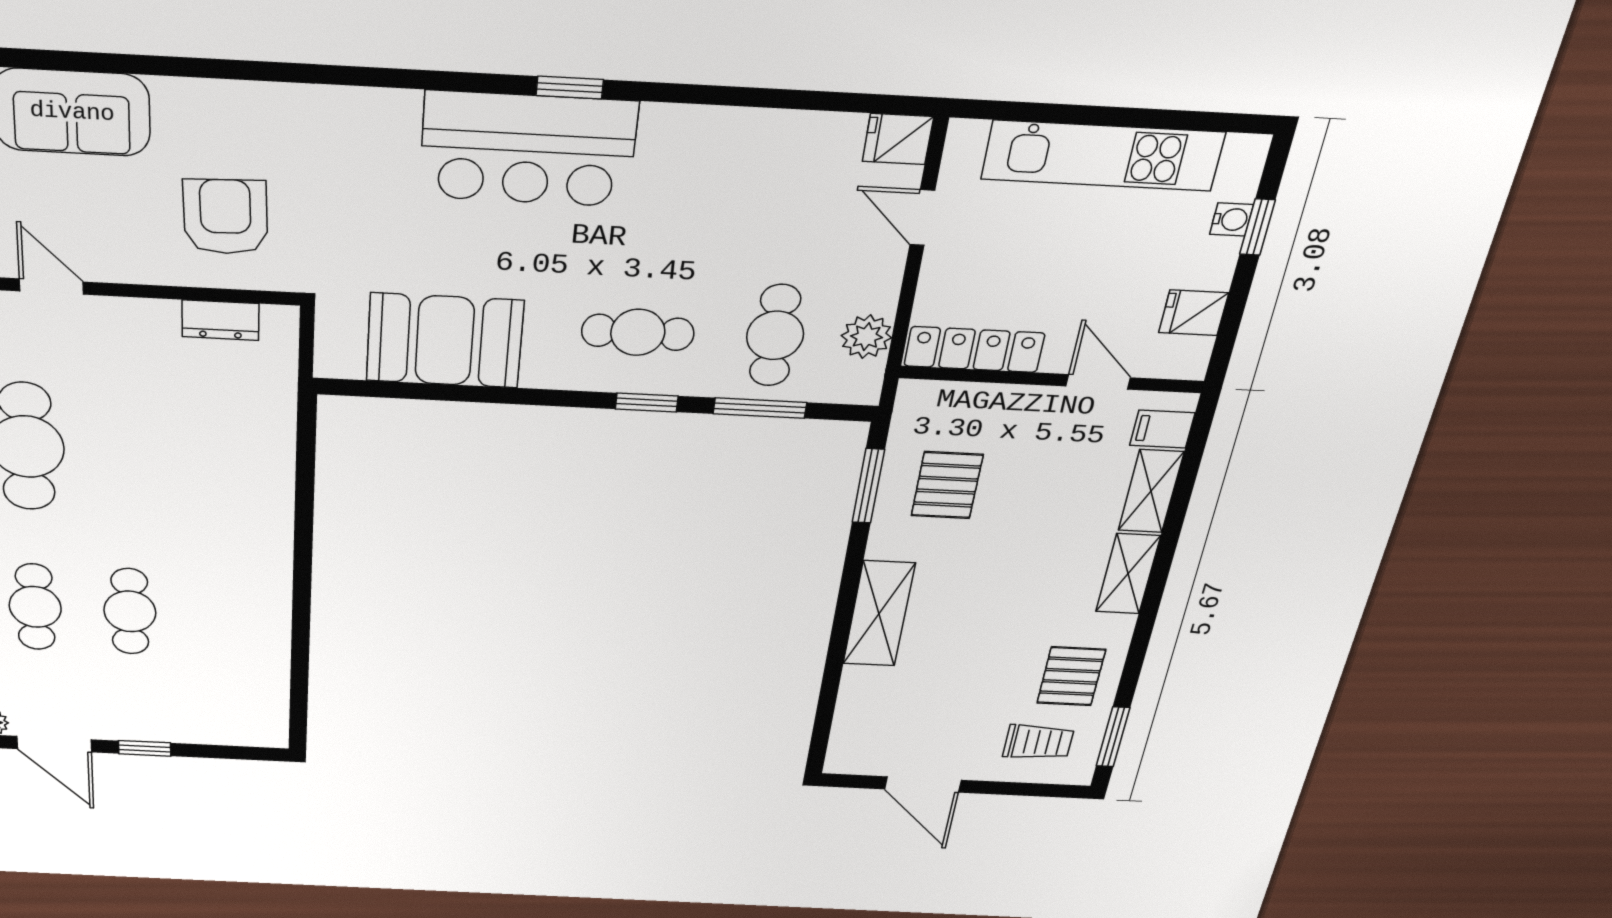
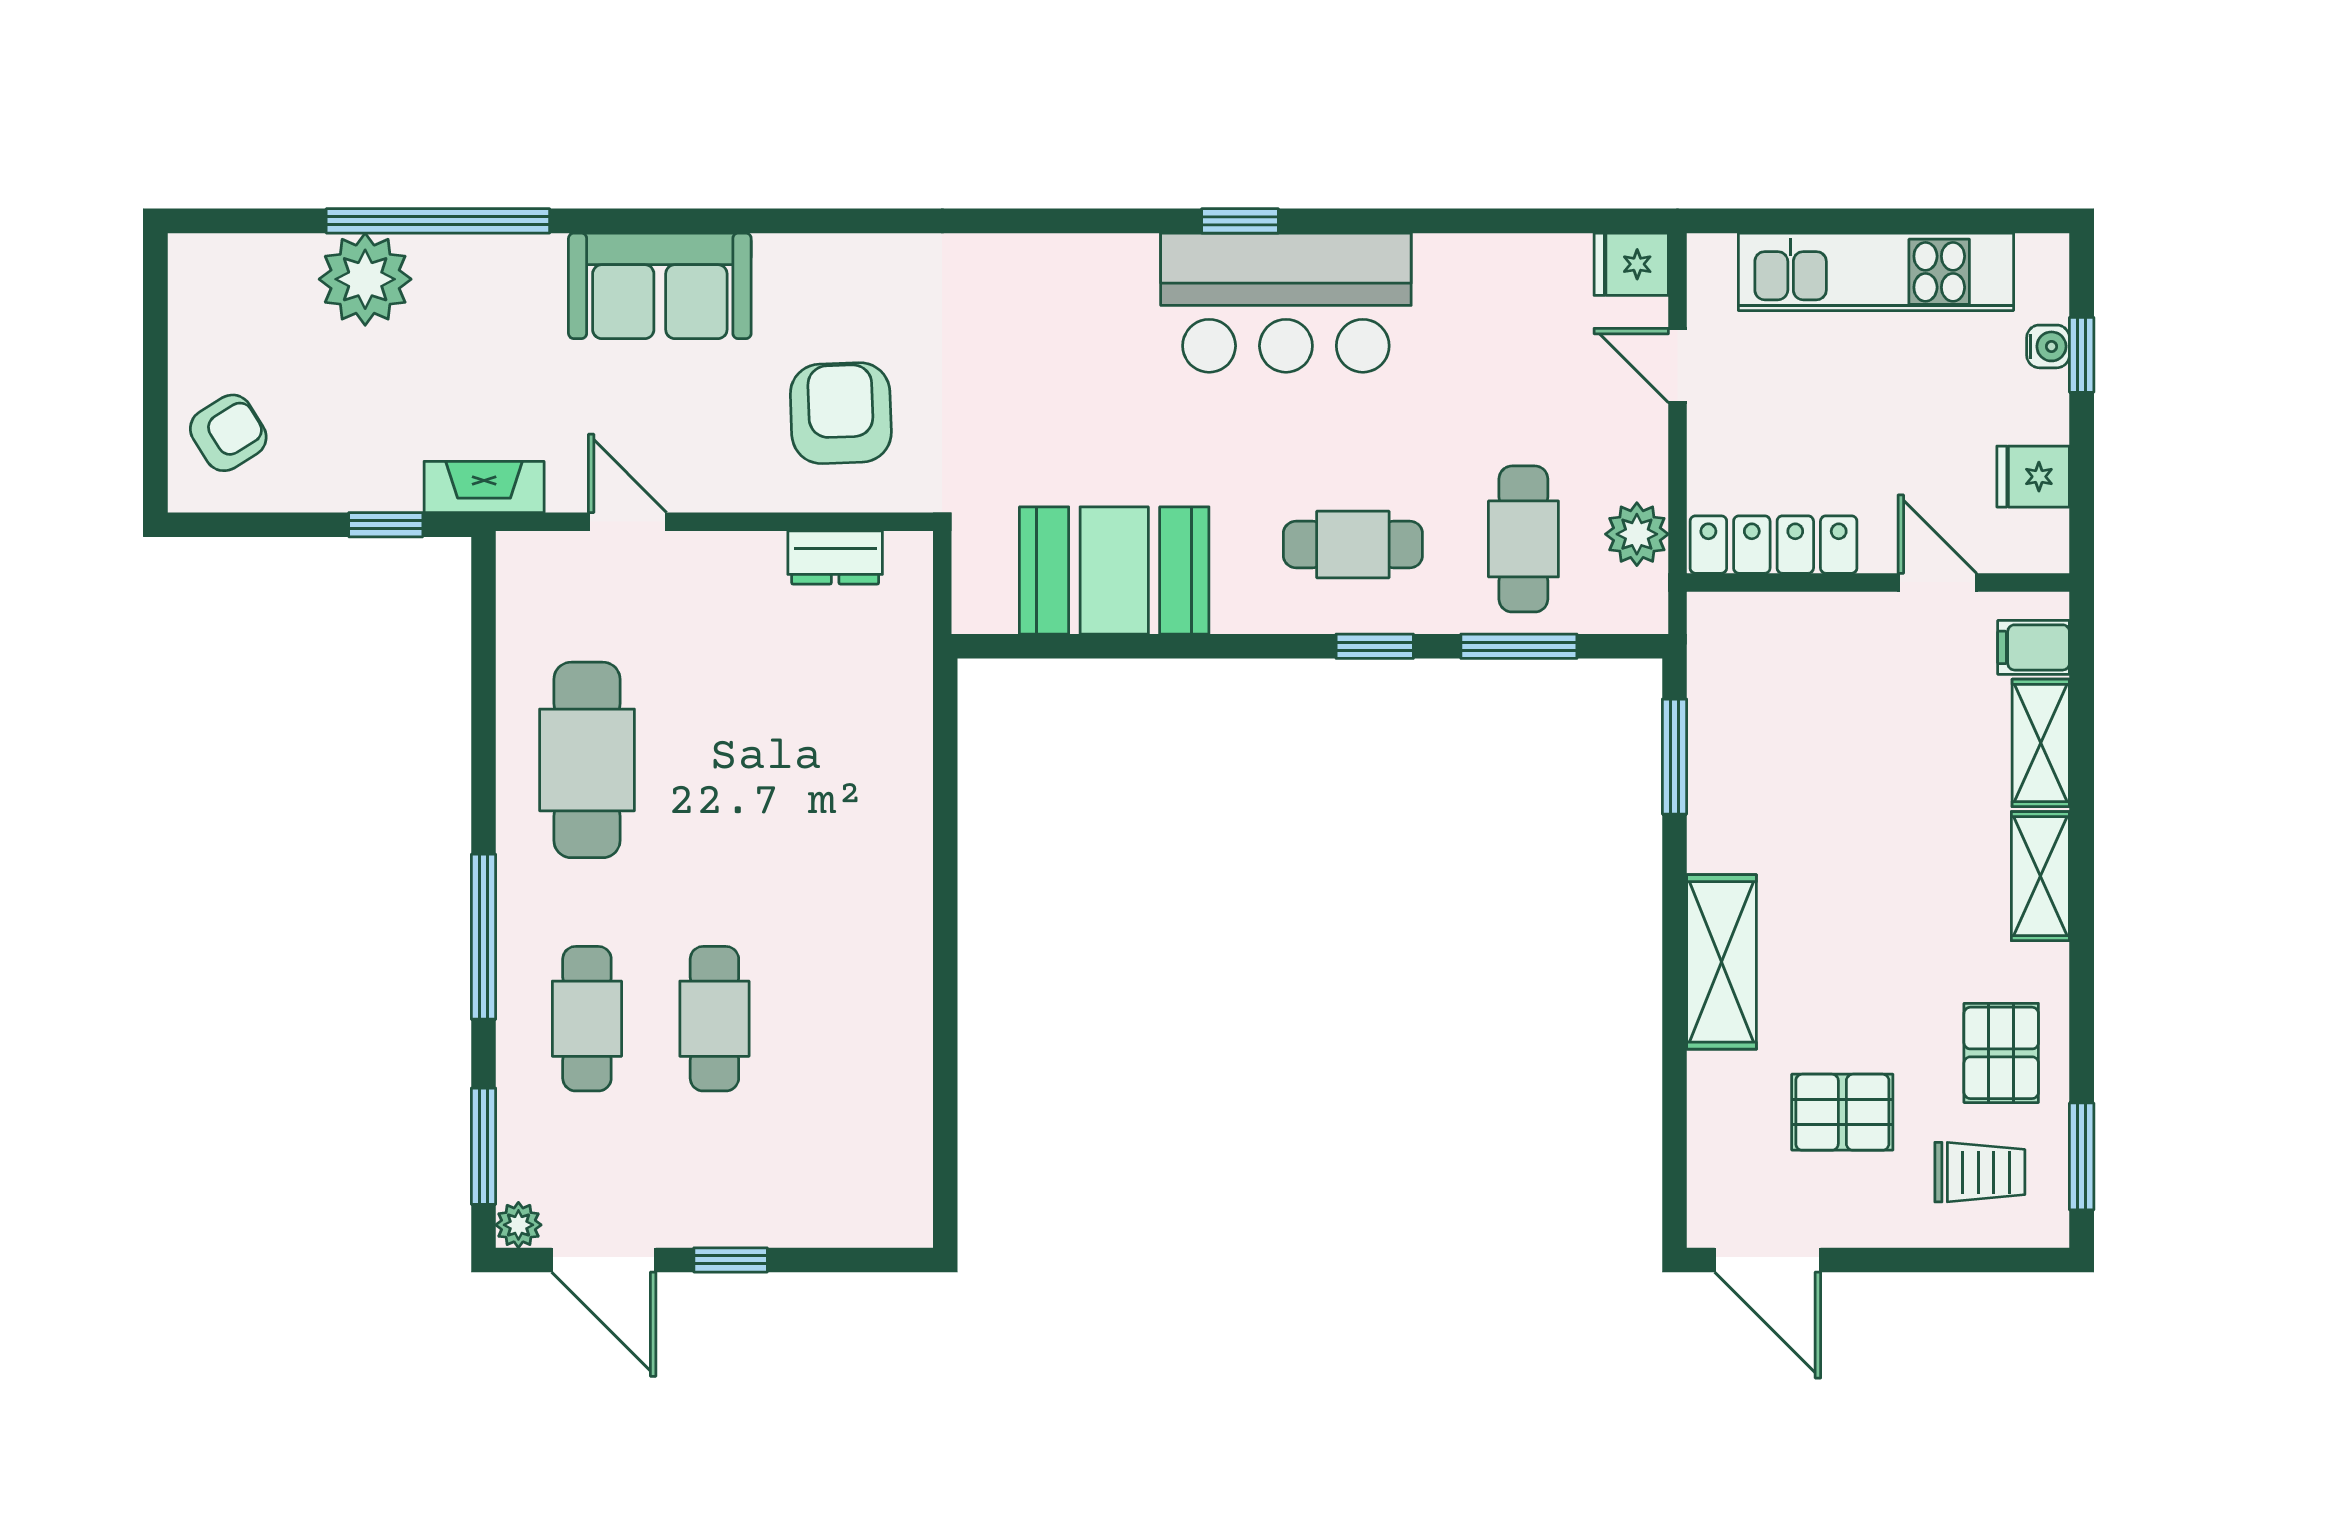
bar counter: (528, 149) -> (1286, 303), moved
pallet: (947, 485) -> (1842, 1112), moved, turned 90
door: (923, 785) -> (1768, 1260), moved

